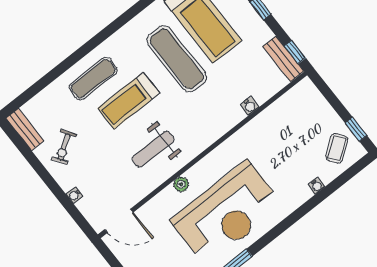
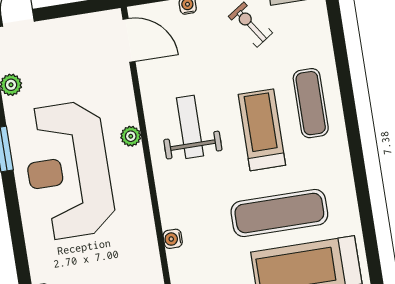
water cooler: (250, 106) -> (173, 239), moved
door: (119, 221) -> (129, 40), swing flipped

